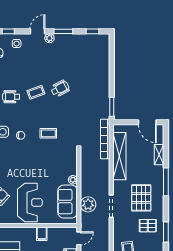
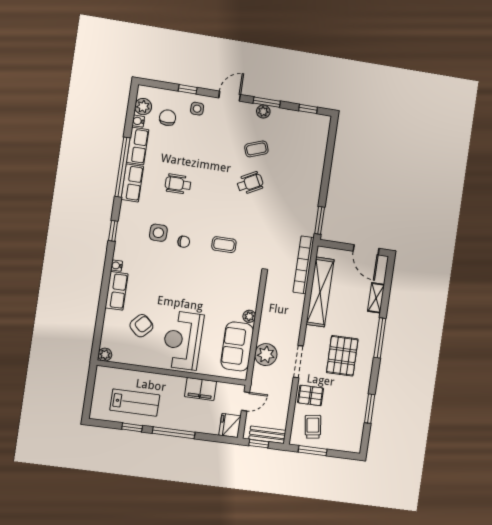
plant: (49, 38) -> (263, 112), moved
coffee table: (36, 92) -> (256, 149), moved
reception desk: (30, 203) -> (183, 340), turned 180
pallet: (148, 226) -> (311, 395), moved
filing cabinet: (42, 234) -> (201, 389), width x2.00

